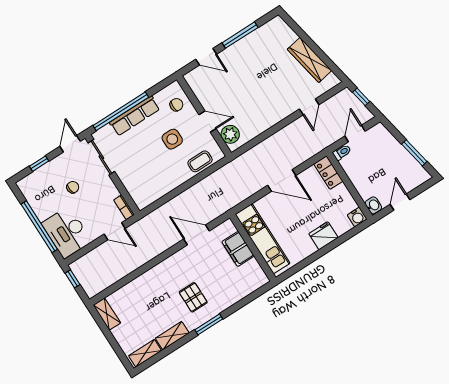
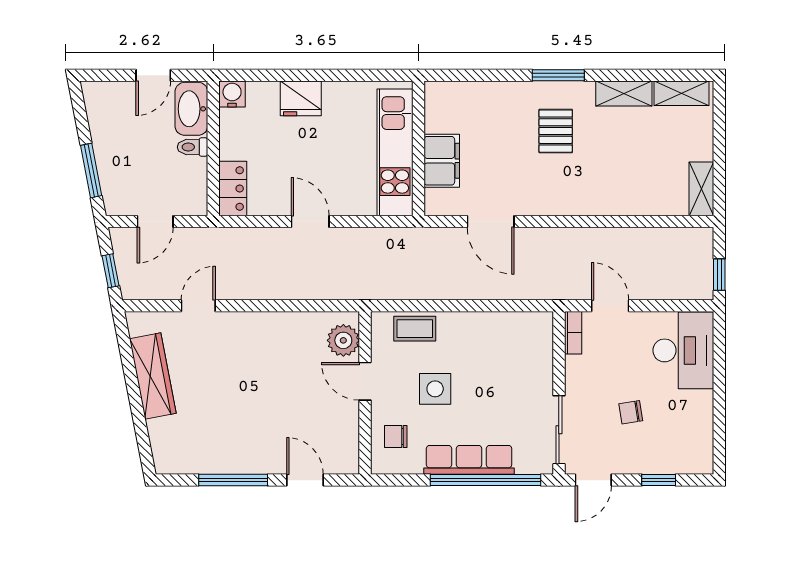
toilet: (342, 152) -> (193, 147), moved
window: (414, 153) -> (91, 170), moved
door: (282, 180) -> (310, 221), width x0.73
washbasin: (373, 205) -> (191, 109), width x1.91, depth x1.45
window: (39, 227) -> (719, 385), removed

